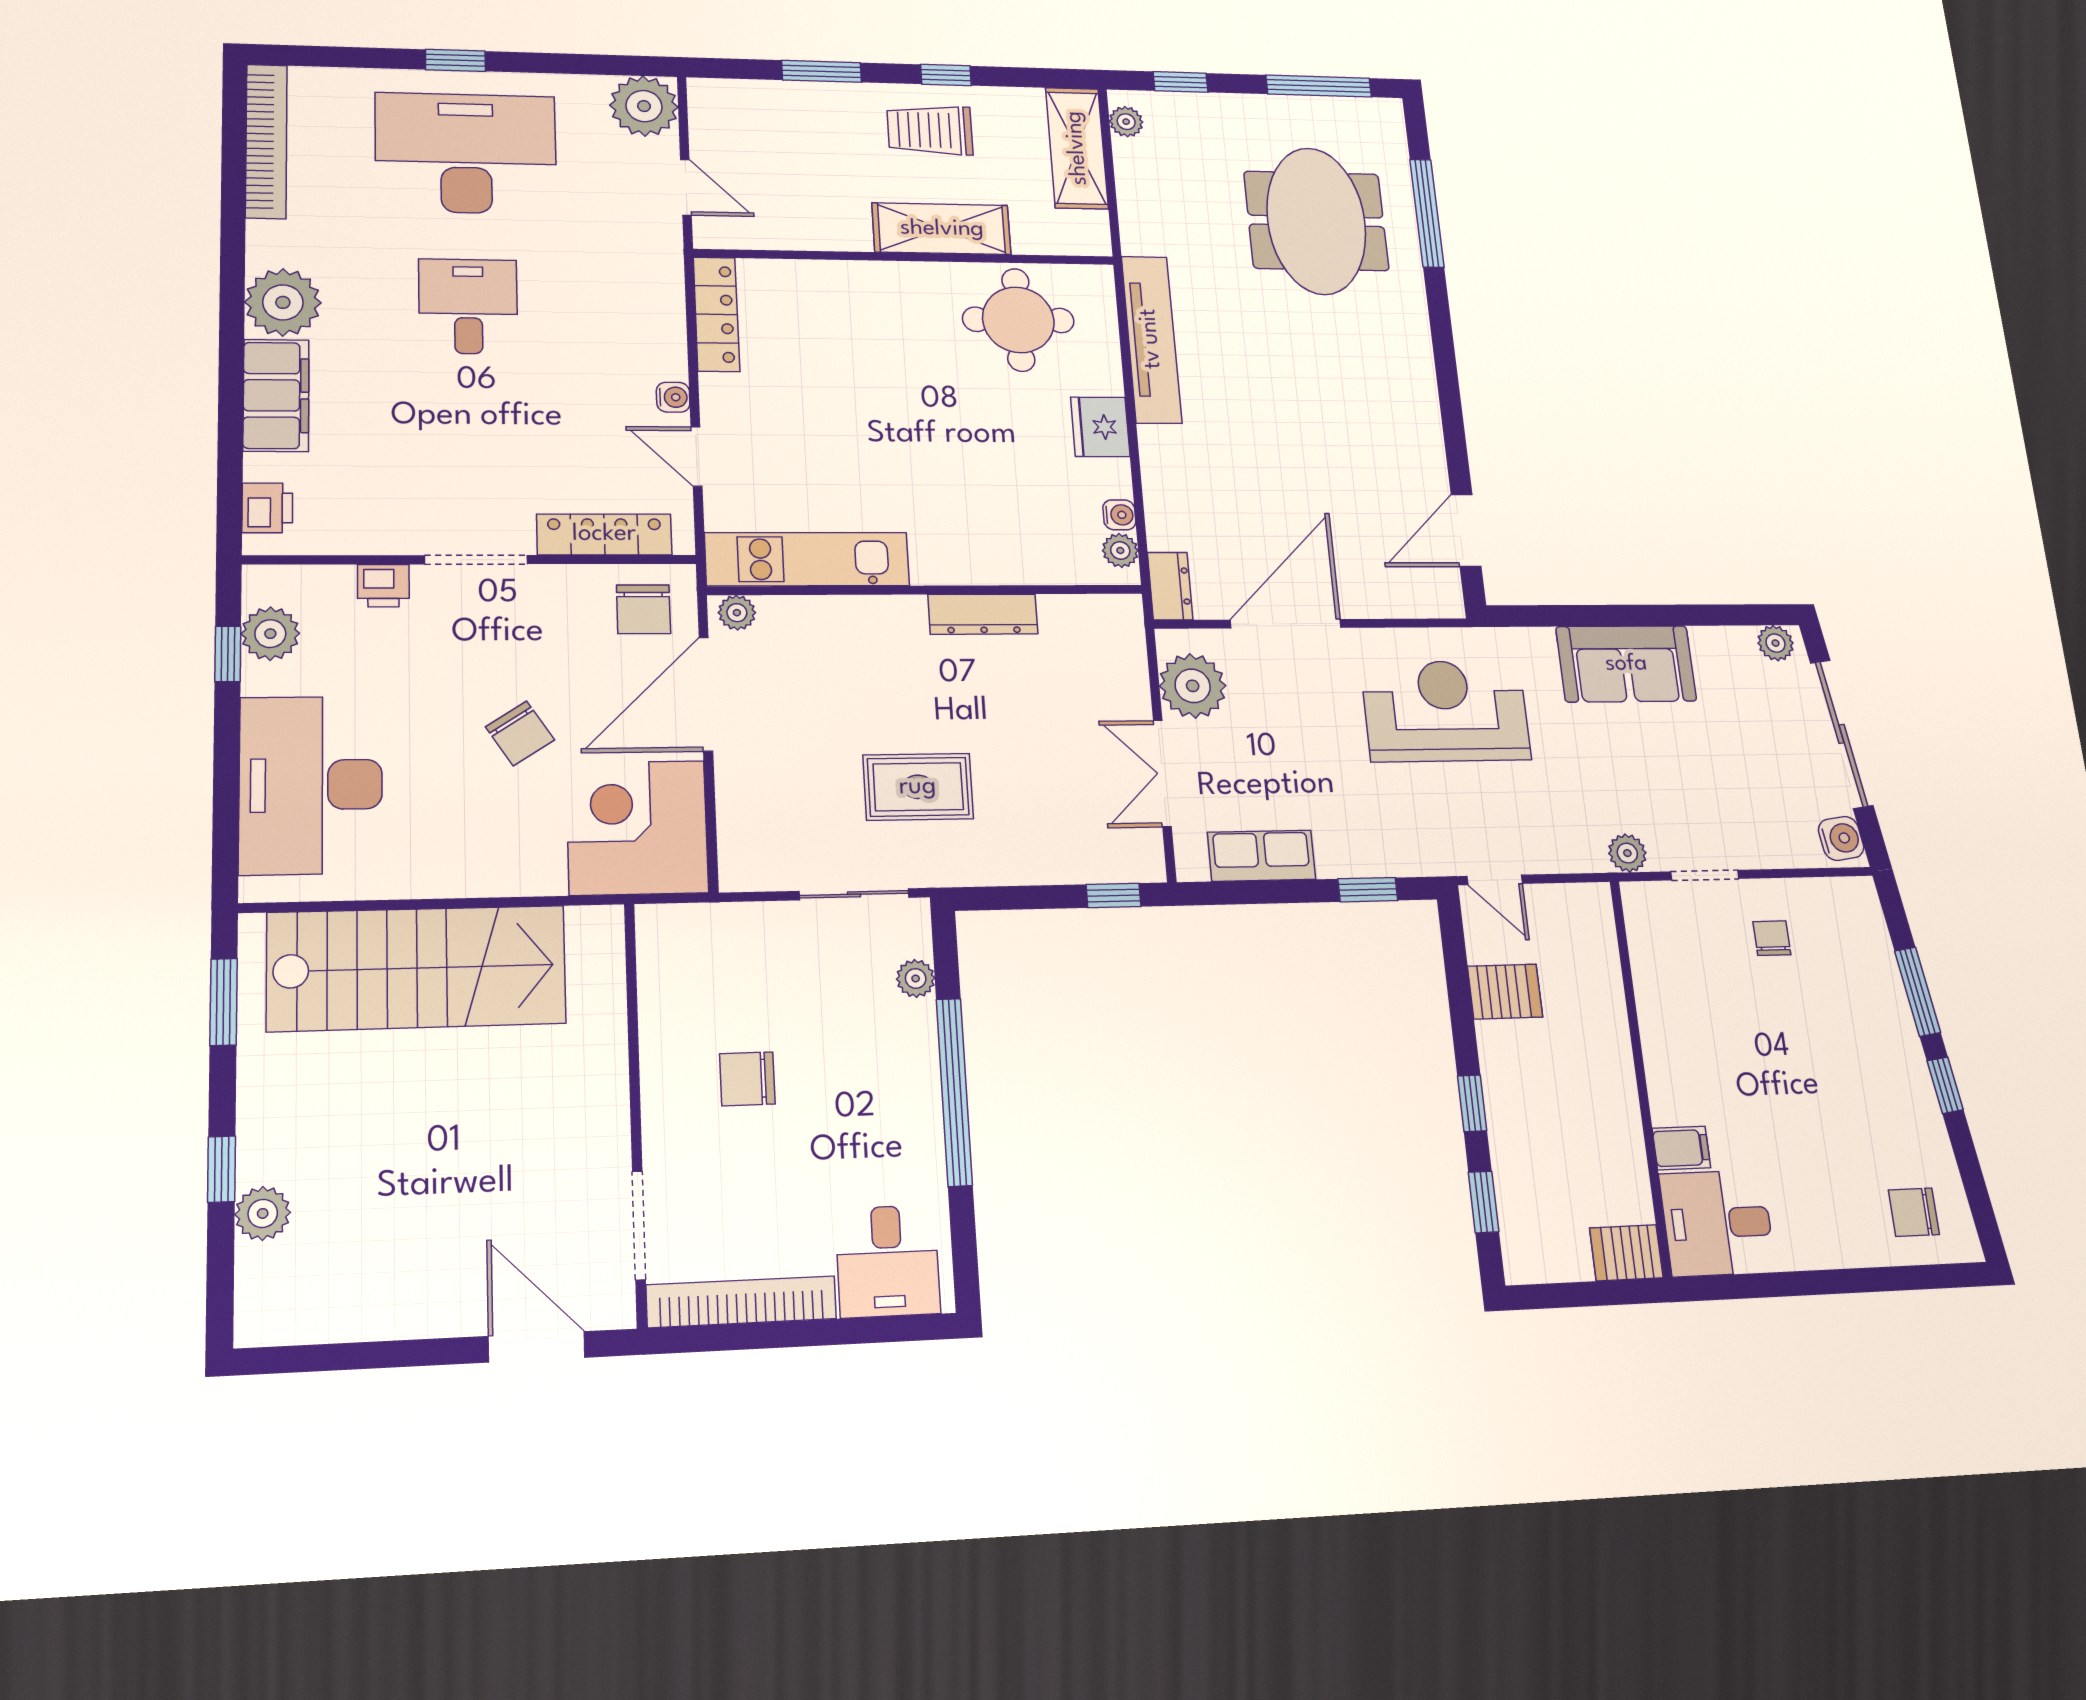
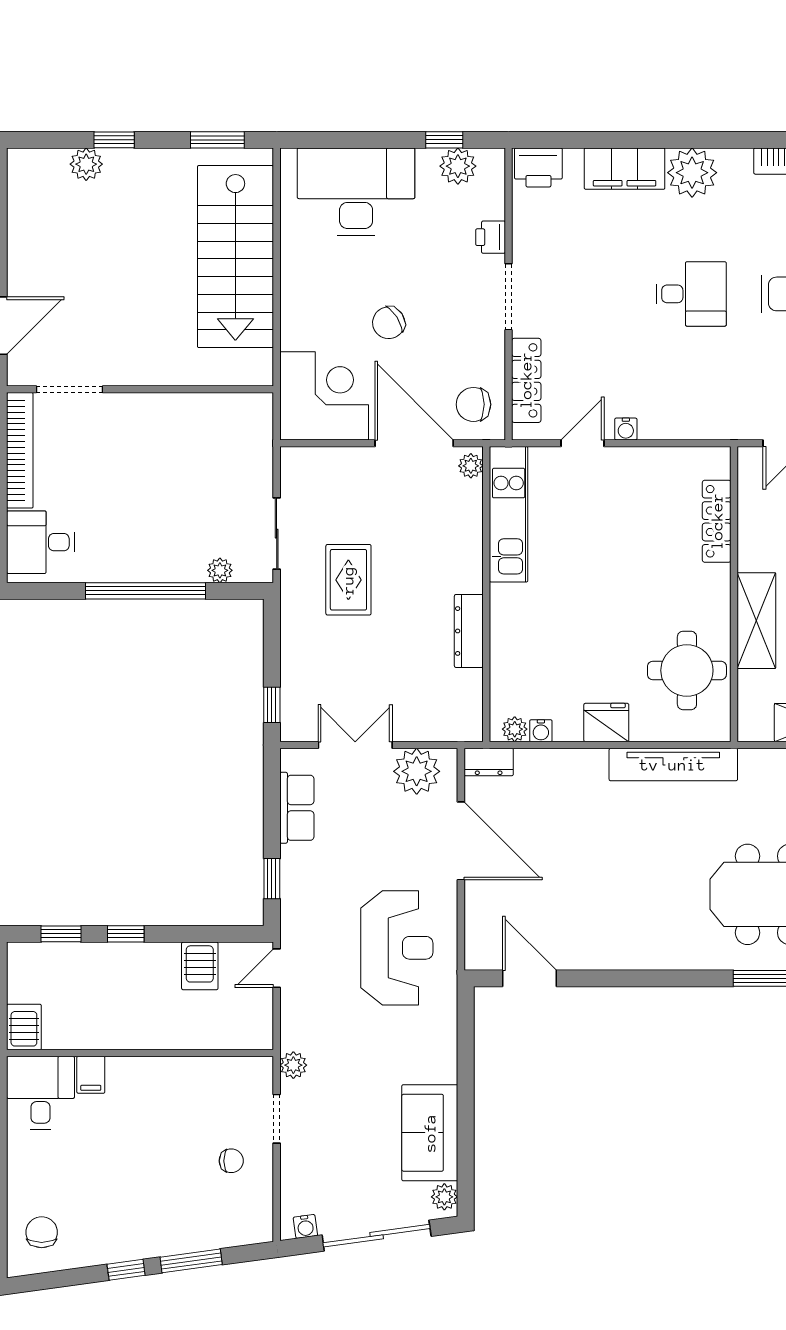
locker: (716, 314) -> (717, 521), moved, turned 90
printer: (267, 508) -> (538, 167), width x1.36, depth x1.24
sofa: (1626, 664) -> (430, 1133), moved
water cooler: (1841, 838) -> (305, 1226), width x0.72, depth x0.72
chair: (747, 1079) -> (158, 460), removed

